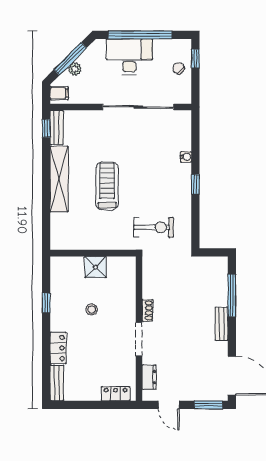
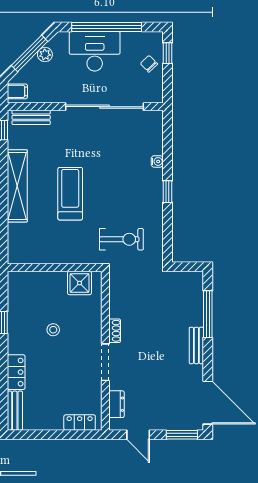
plant: (75, 69) -> (45, 55), moved
bench: (57, 128) -> (31, 117), moved, turned 90
shower: (95, 267) -> (79, 283), moved

